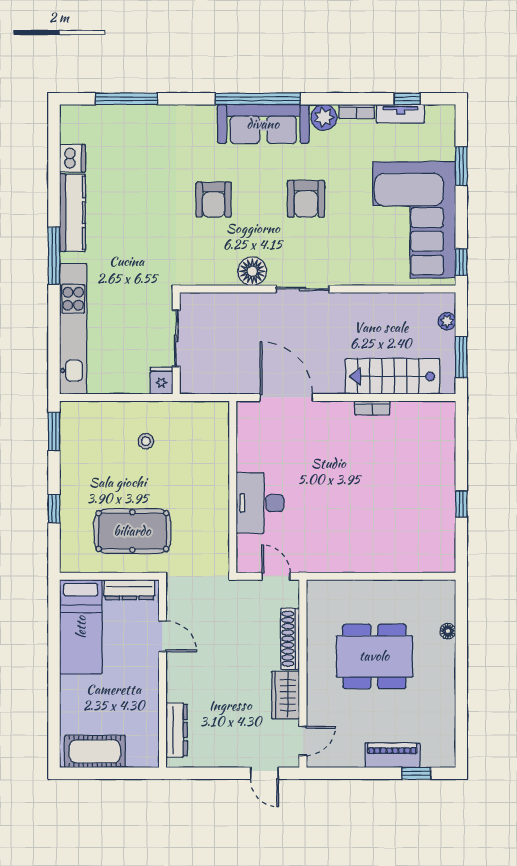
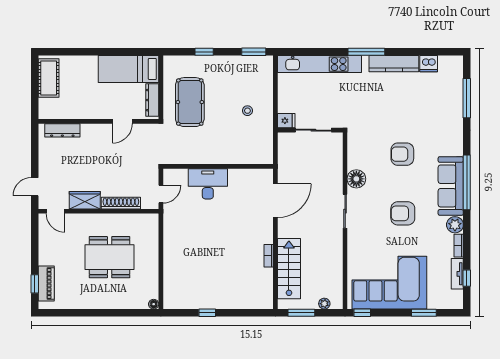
floor lamp: (448, 631) -> (154, 304), moved
dining table: (374, 656) -> (110, 257), turned 90
piano: (392, 755) -> (46, 284), moved

